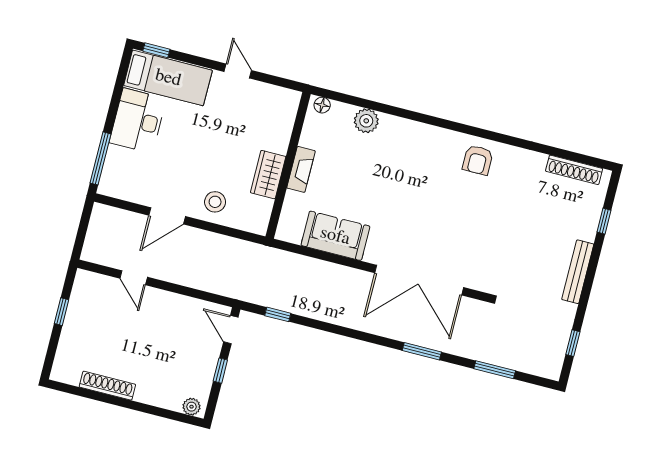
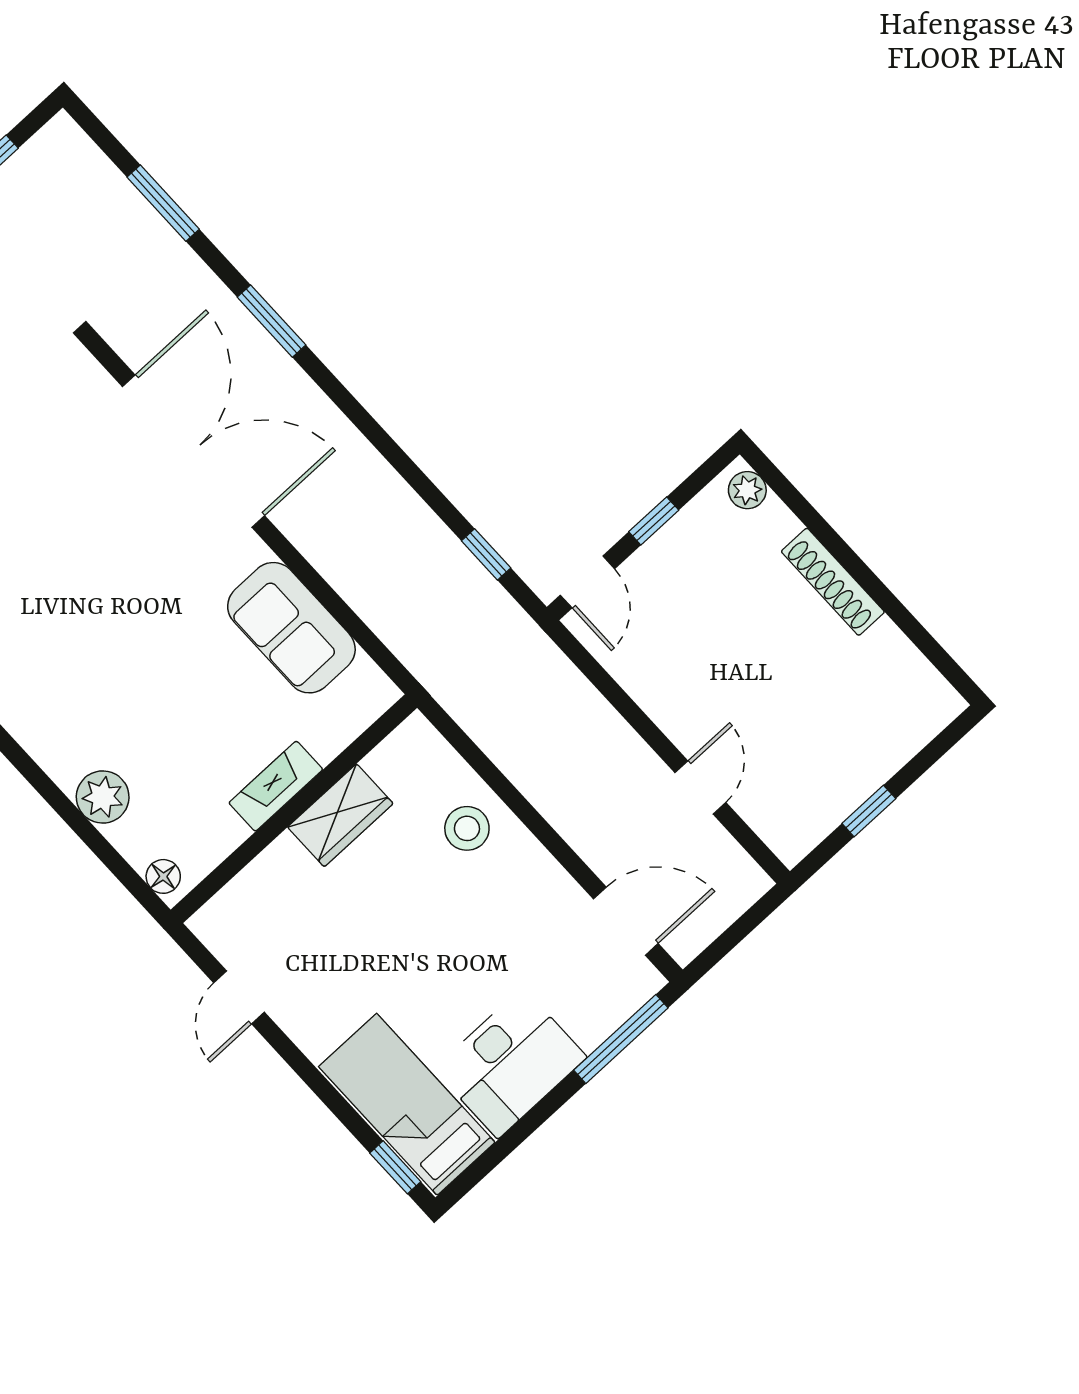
door: (238, 71) -> (239, 997), moved
door: (167, 216) -> (626, 921), moved
shoe rack: (107, 386) -> (833, 582), moved

